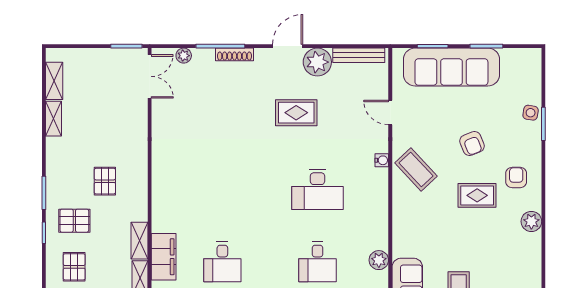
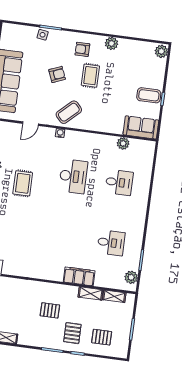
filing cabinet: (164, 257) -> (79, 276), moved

